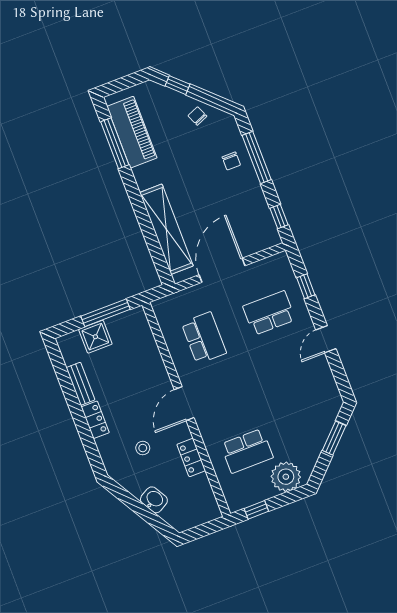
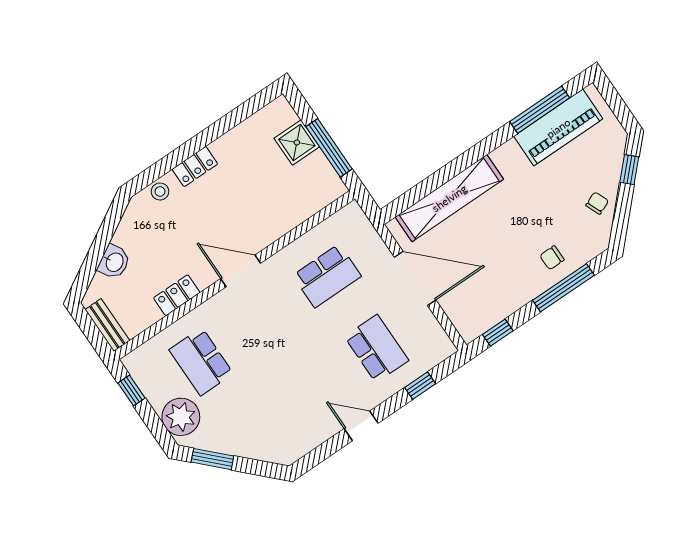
bench: (80, 384) -> (107, 325), moved, turned 90
window: (334, 438) -> (212, 459), moved
stool: (143, 448) -> (160, 191), moved

